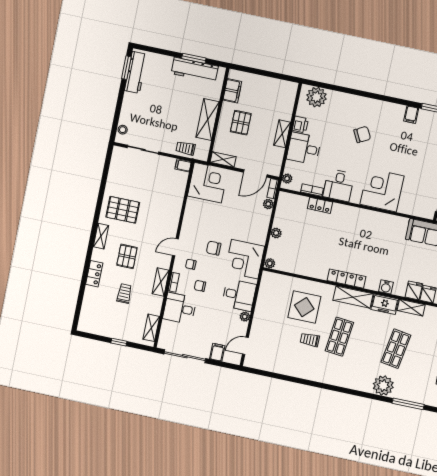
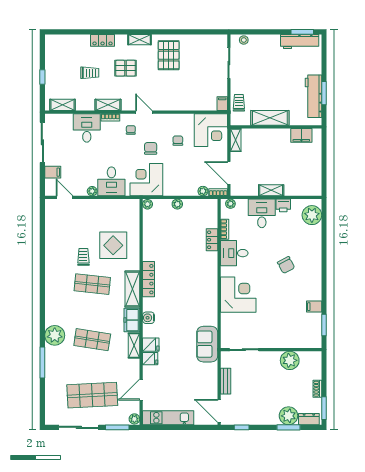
pallet: (241, 123) -> (273, 150), removed
chair: (200, 286) -> (178, 141), moved

